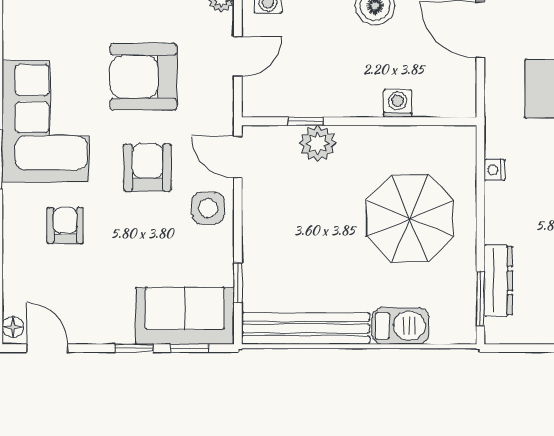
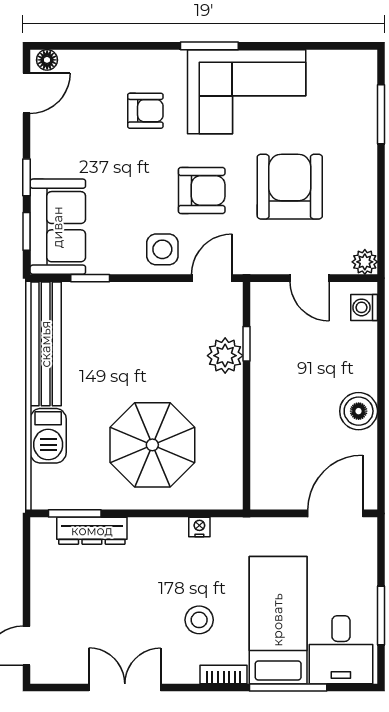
washing machine: (397, 104) -> (264, 433), removed

